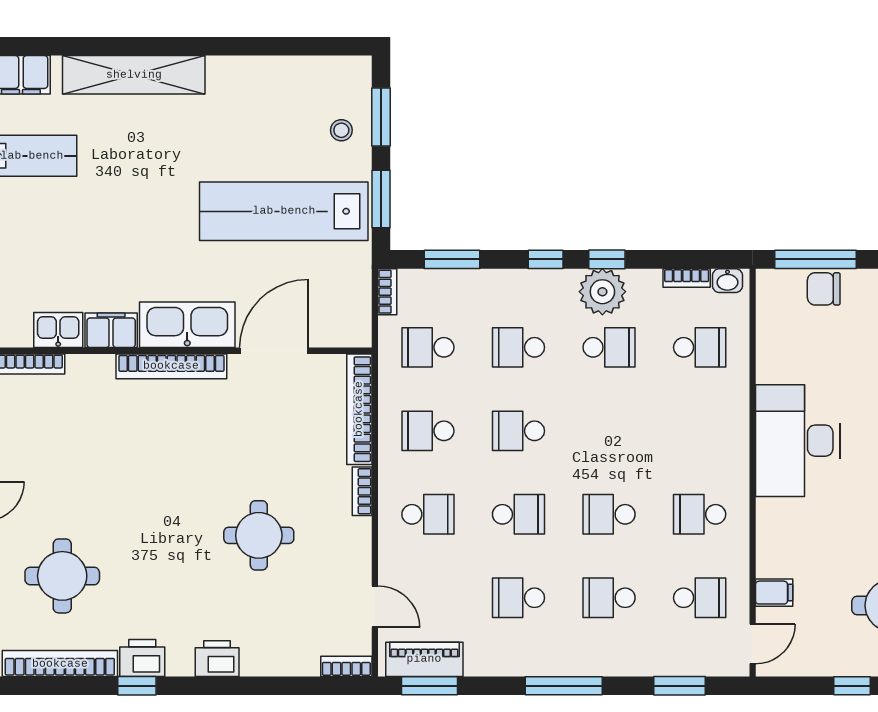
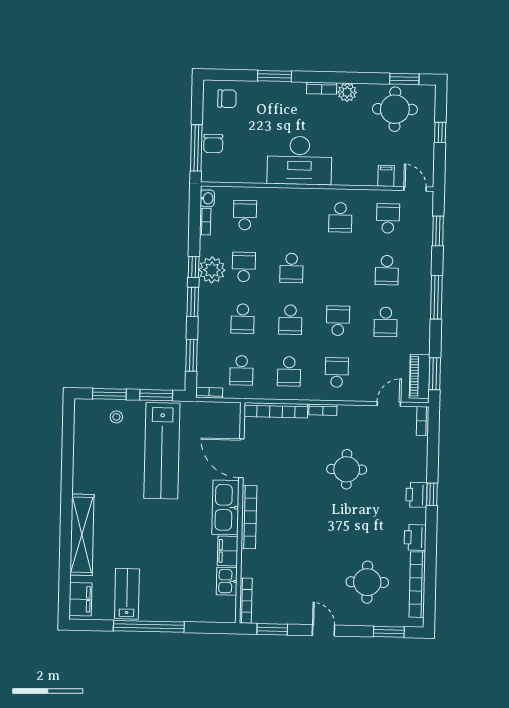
window: (546, 259) -> (193, 302), width x1.50
school desk: (609, 514) -> (291, 268), moved
window: (137, 686) -> (432, 494), moved

